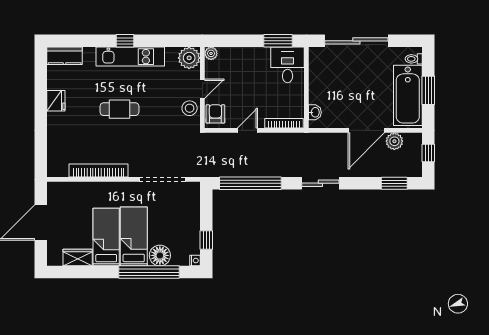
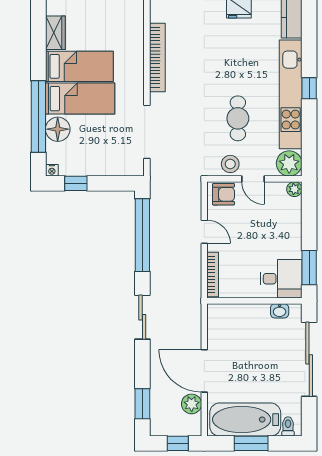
kitchen unit: (130, 57) -> (291, 94), width x1.36
cafe table: (119, 109) -> (238, 118), moved
washbasin: (315, 112) -> (280, 311), moved

